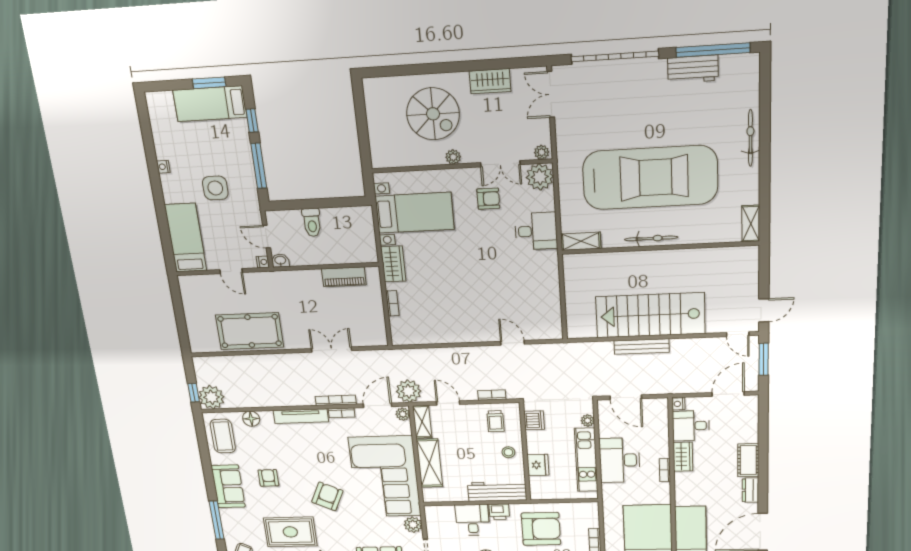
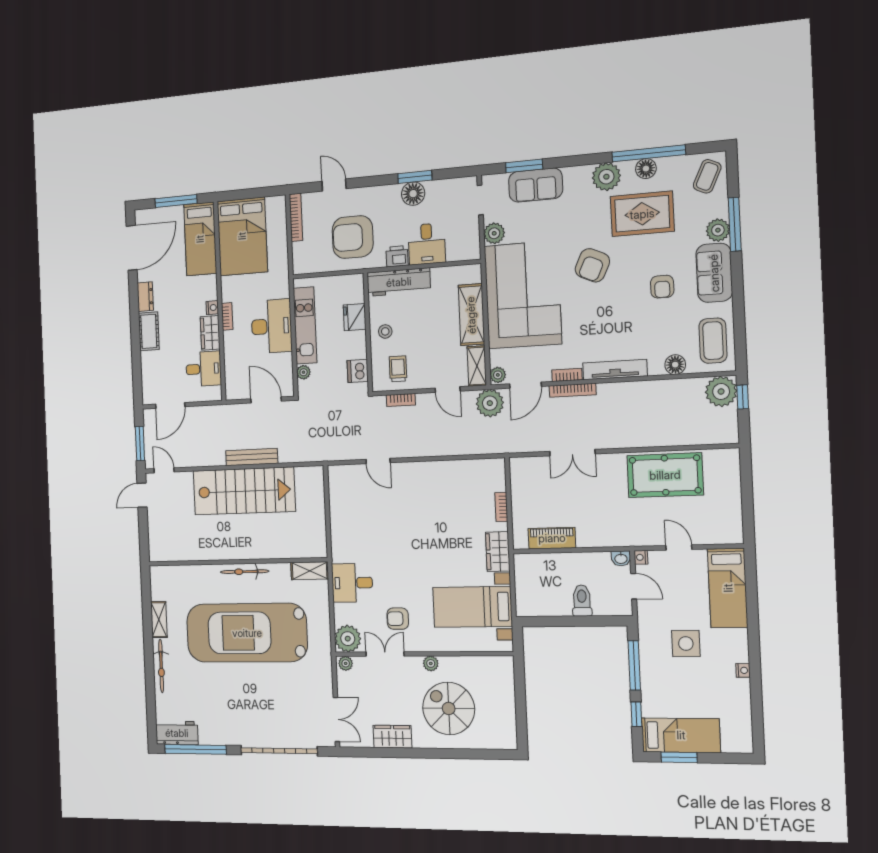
workbench: (693, 69) -> (177, 733), moved
shelving: (751, 224) -> (159, 620), moved
nightstand: (678, 404) -> (212, 308), moved
plant: (229, 517) -> (718, 230), added

